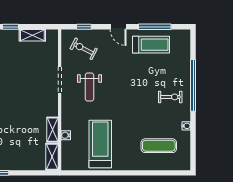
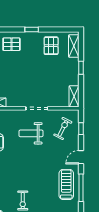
shelving: (32, 35) -> (74, 96), moved
treadmill: (151, 45) -> (66, 184), turned 180

